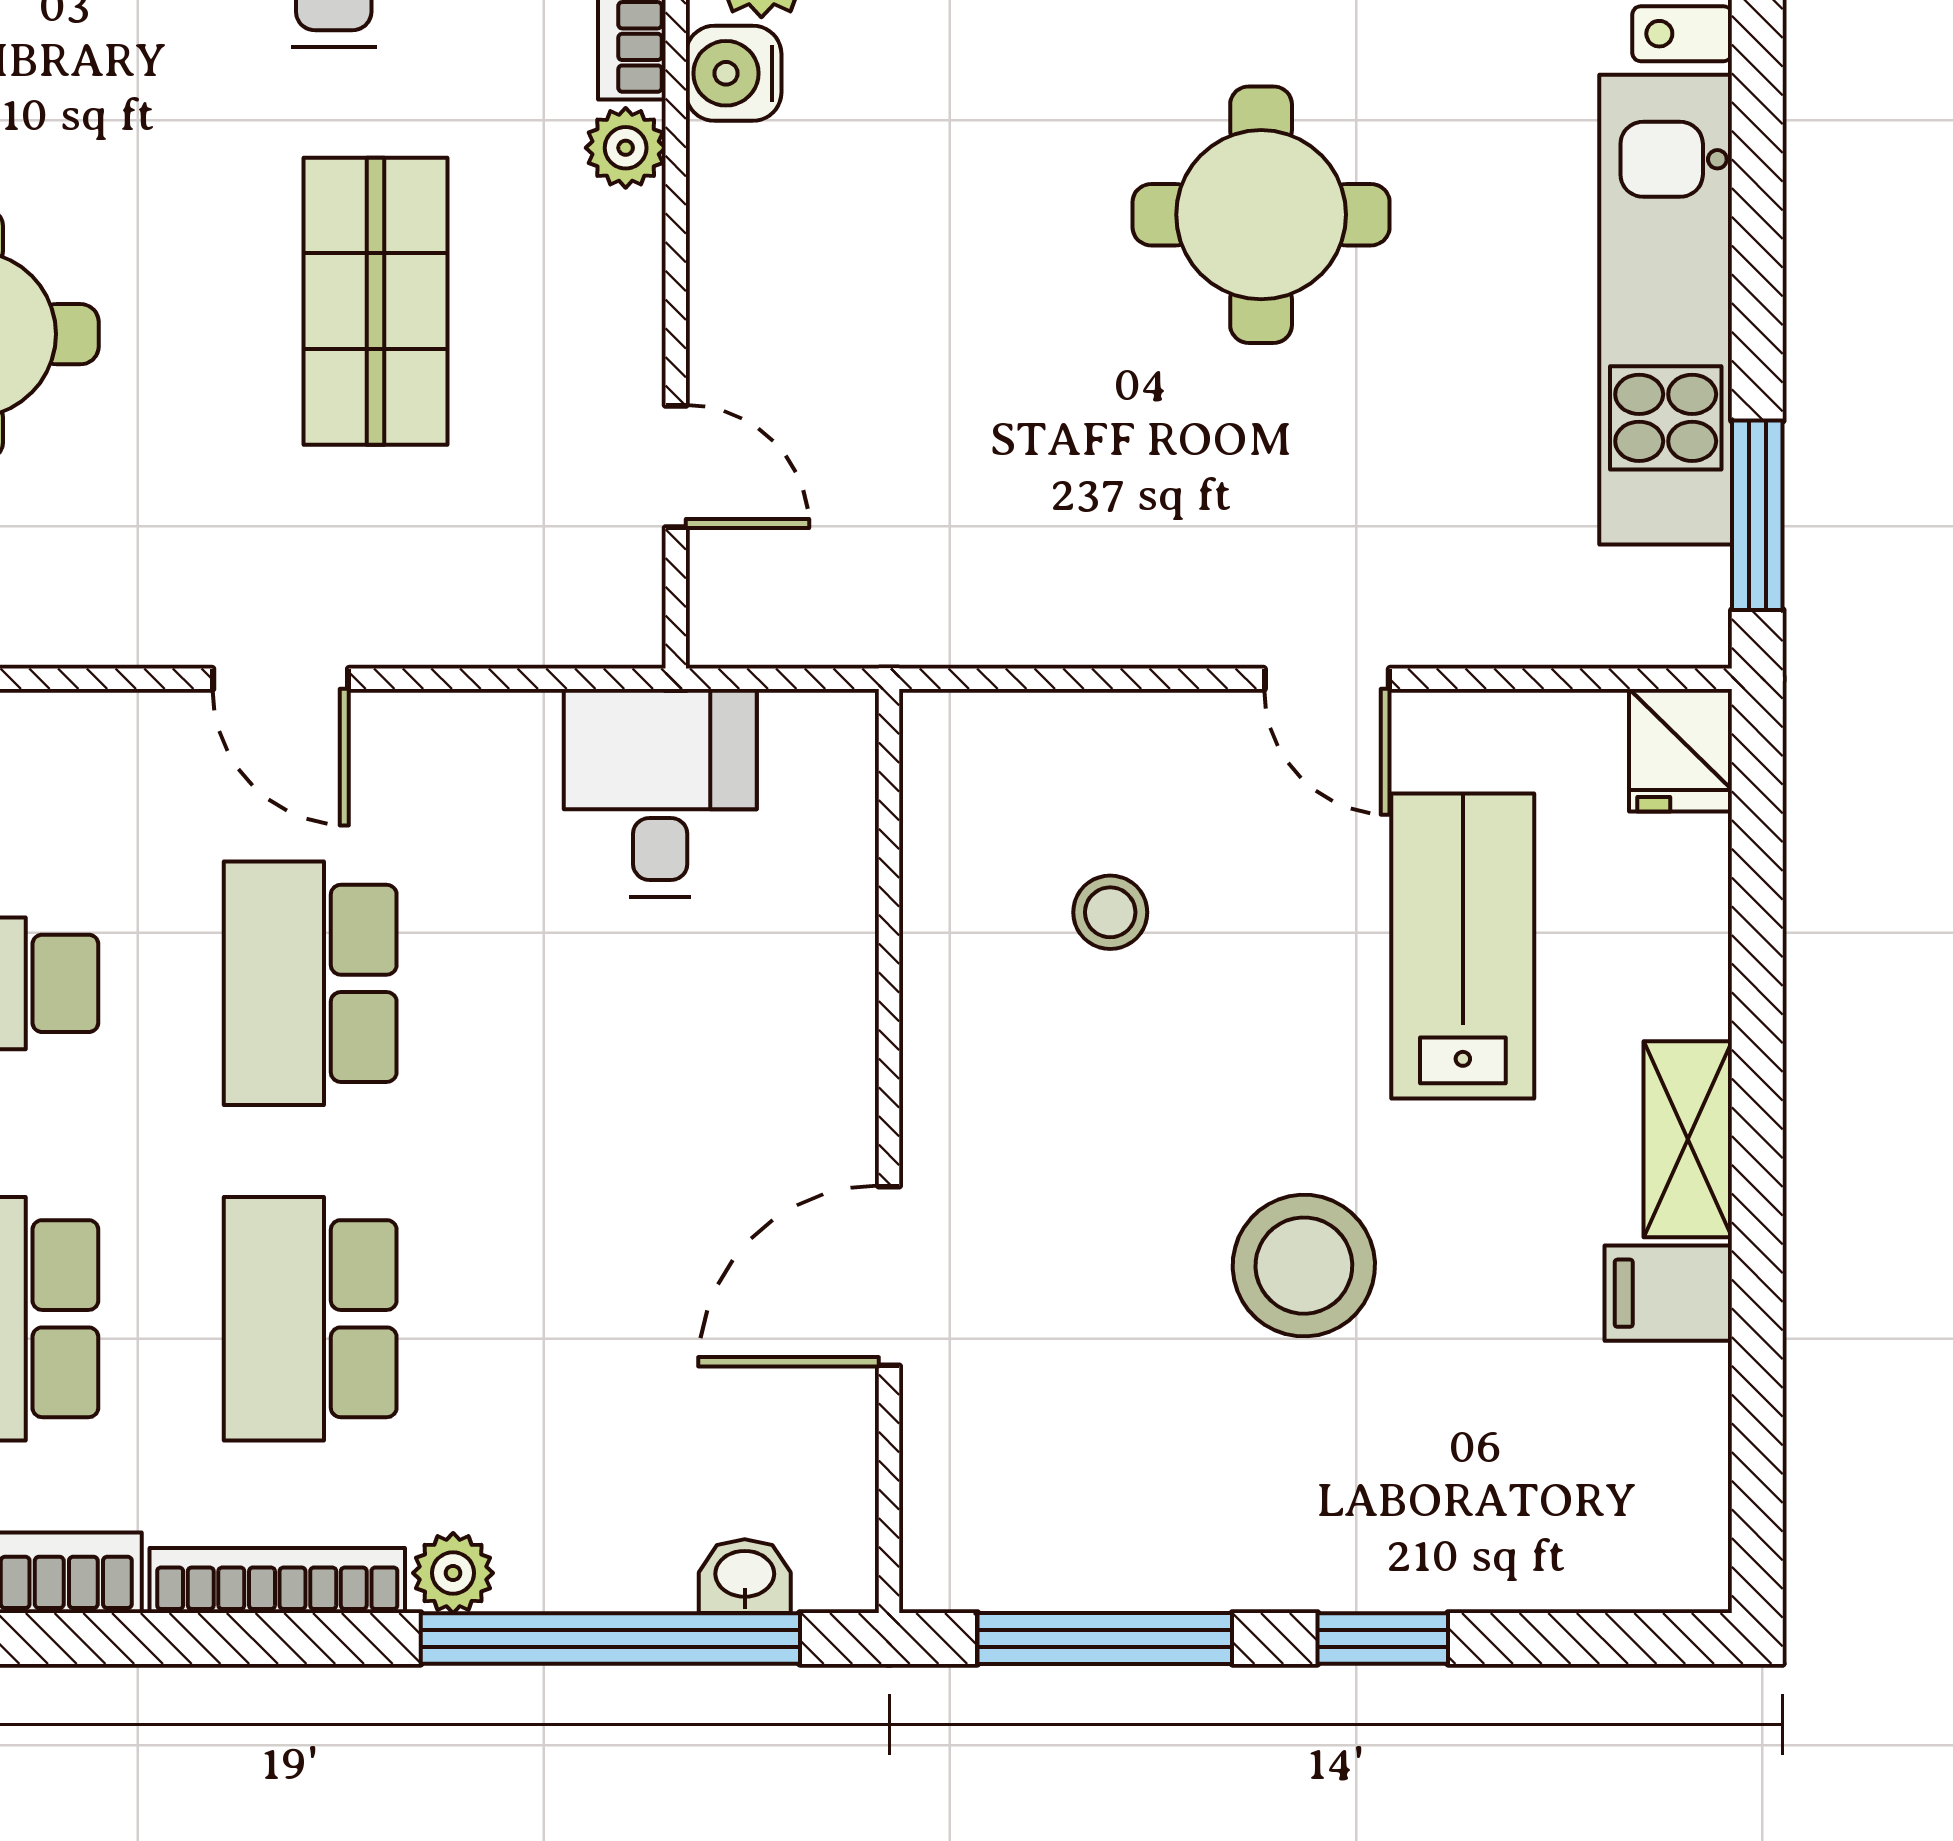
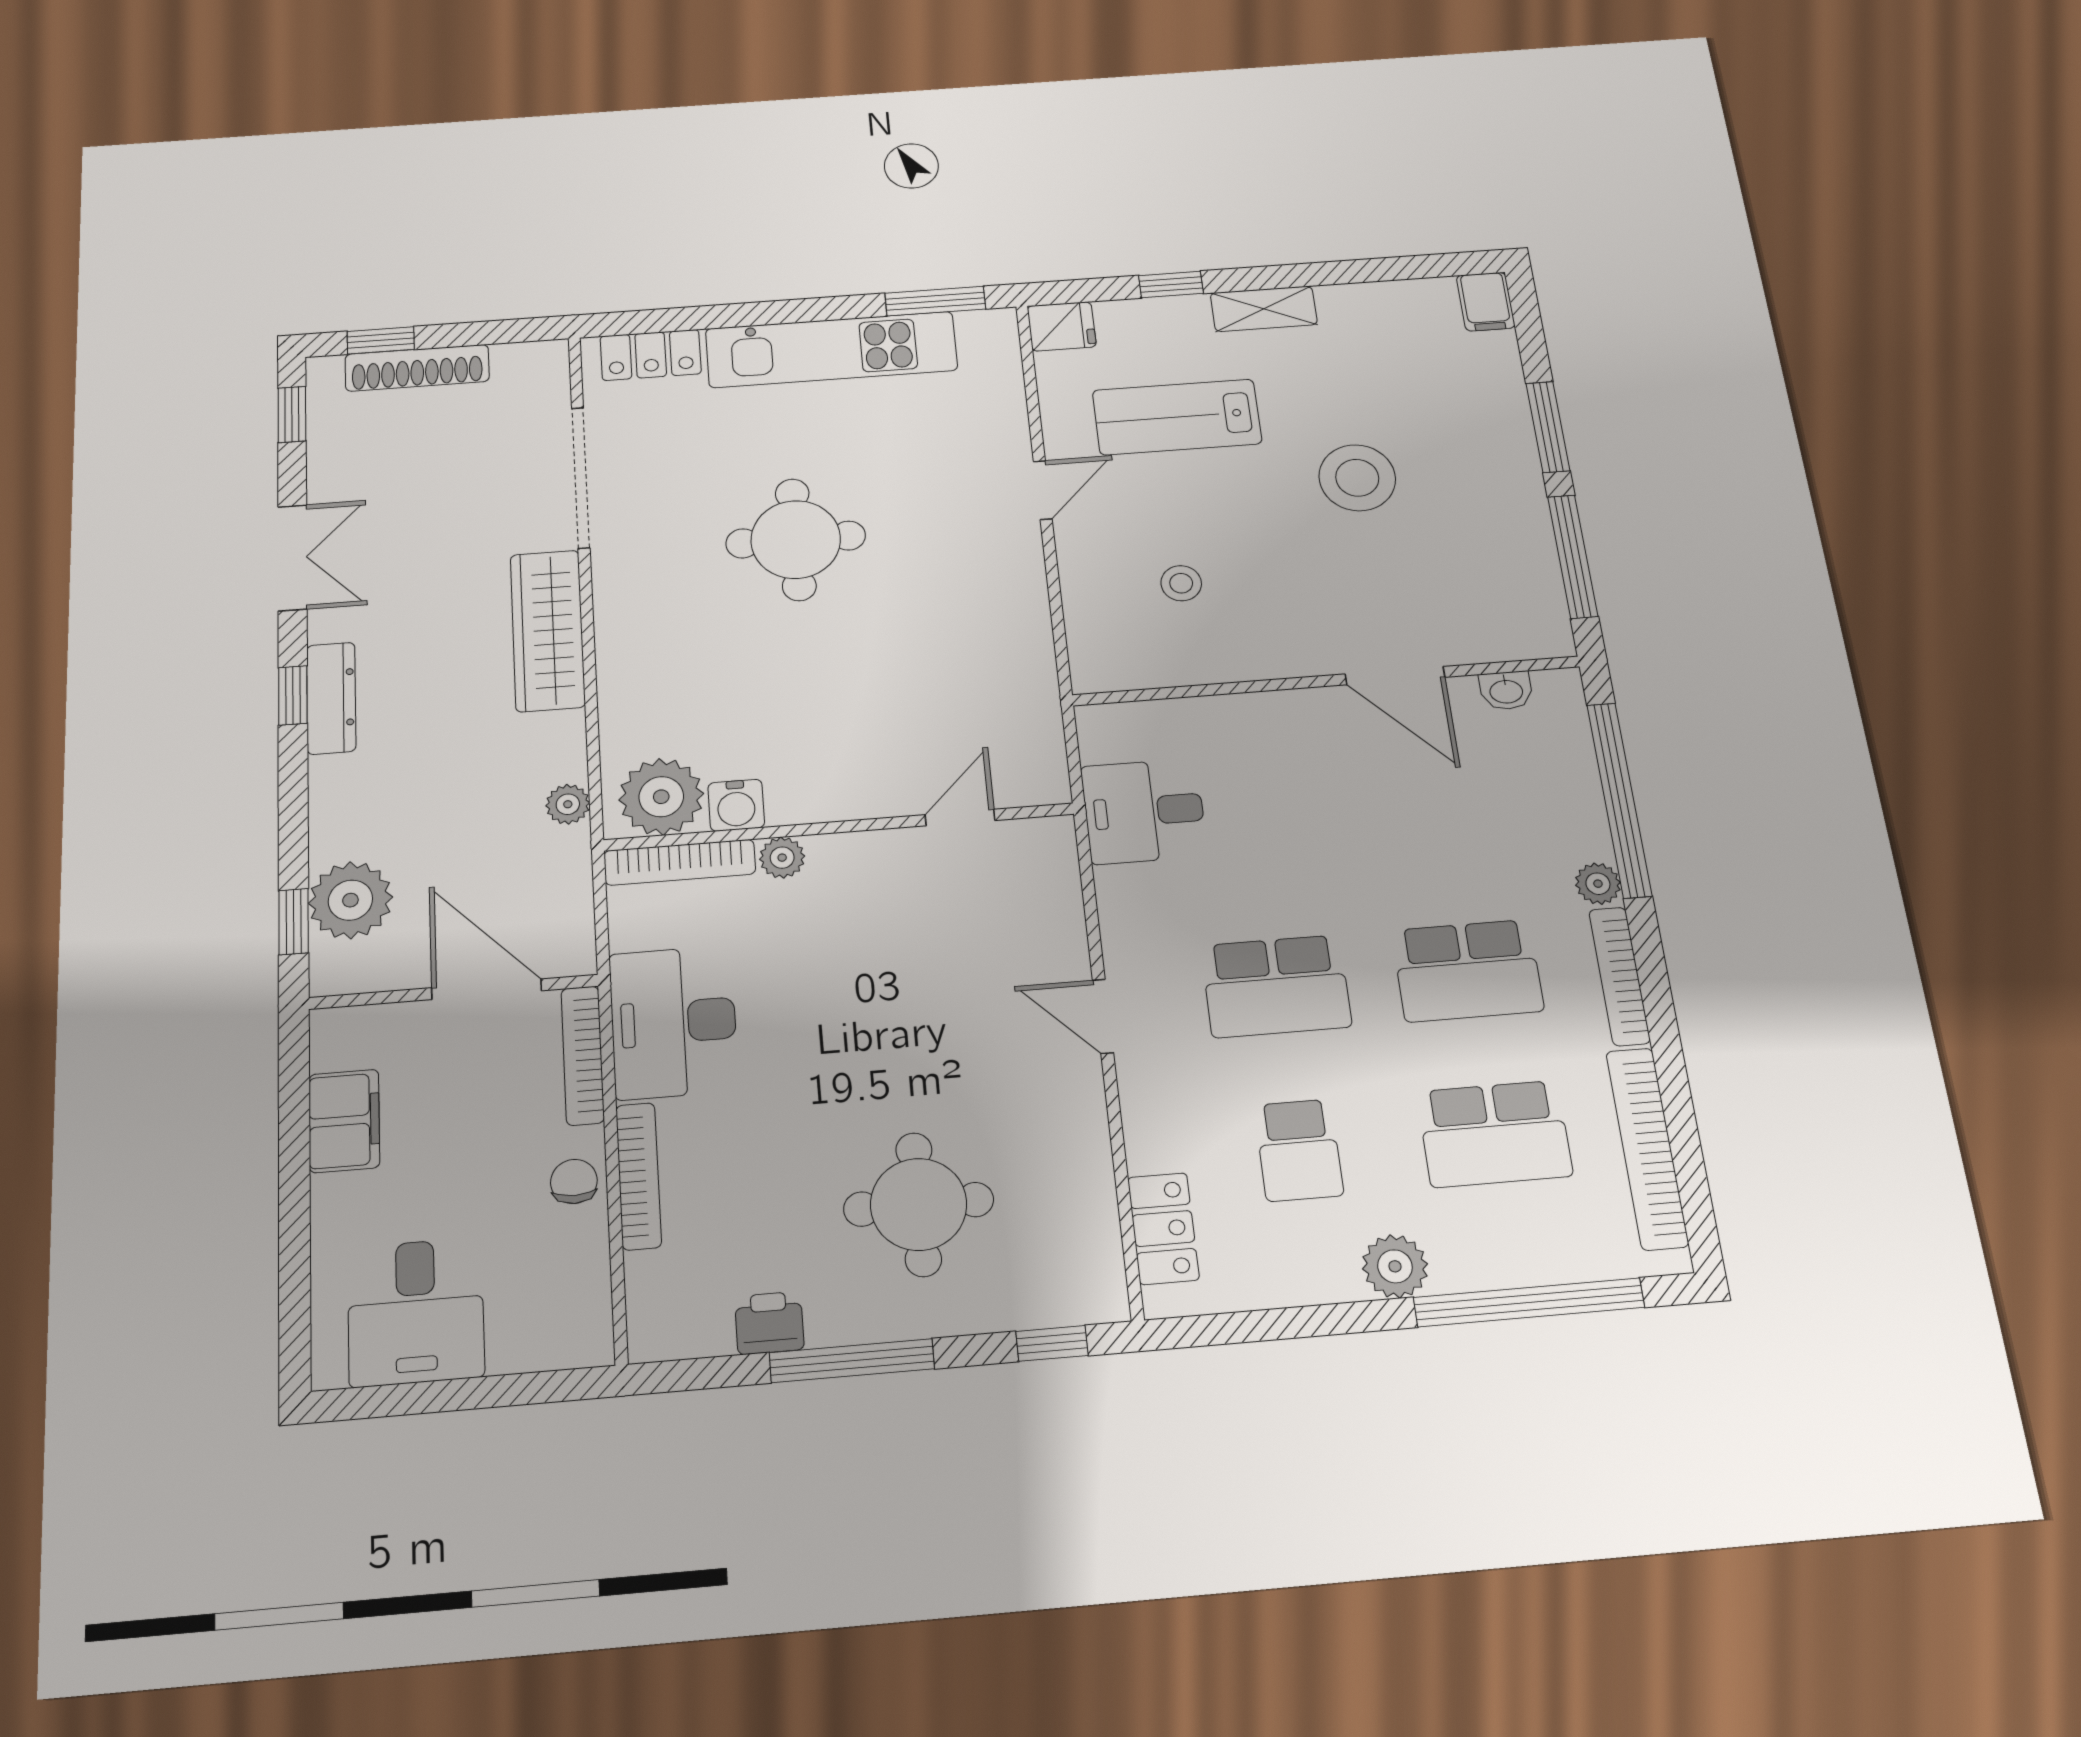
shop shelf: (376, 301) -> (880, 983), removed
door: (281, 679) -> (1103, 1016), swing flipped
window: (1757, 969) -> (1171, 284), added
filing cabinet: (1668, 1293) -> (1486, 302), moved
washbasin: (745, 1576) -> (1506, 691), moved, turned -90
window: (1383, 1638) -> (1548, 427), width x1.50

